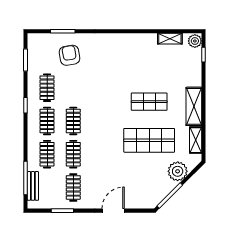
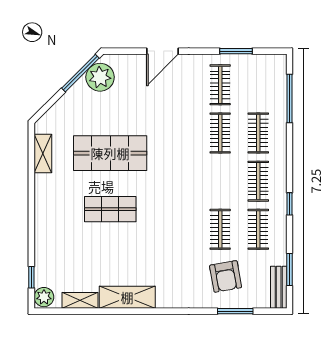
shelving: (194, 106) -> (127, 297), moved, turned 90
clothes rail: (73, 121) -> (220, 229), moved
plant: (178, 171) -> (100, 77), moved
bench: (33, 186) -> (279, 287), moved

